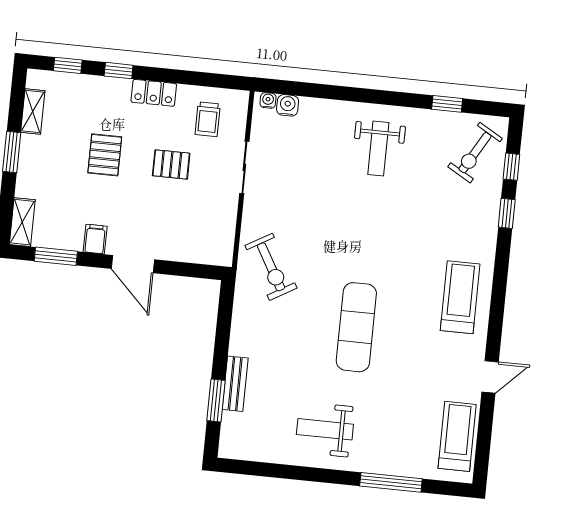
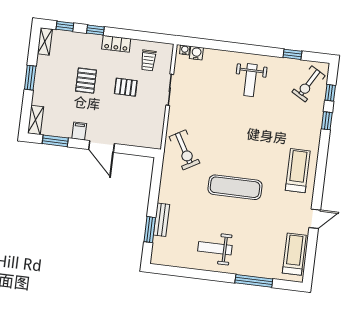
shelving: (33, 112) -> (45, 41), moved
exercise mat: (356, 327) -> (235, 187), turned 90

